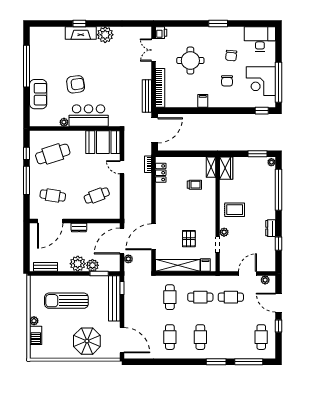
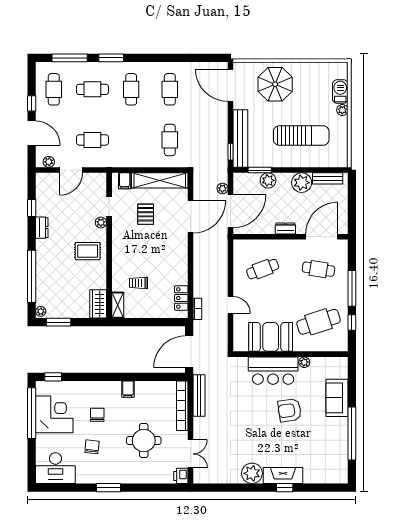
booth: (103, 142) -> (271, 337), moved
plant: (78, 264) -> (302, 183), moved
cafe table: (200, 297) -> (92, 89), moved

